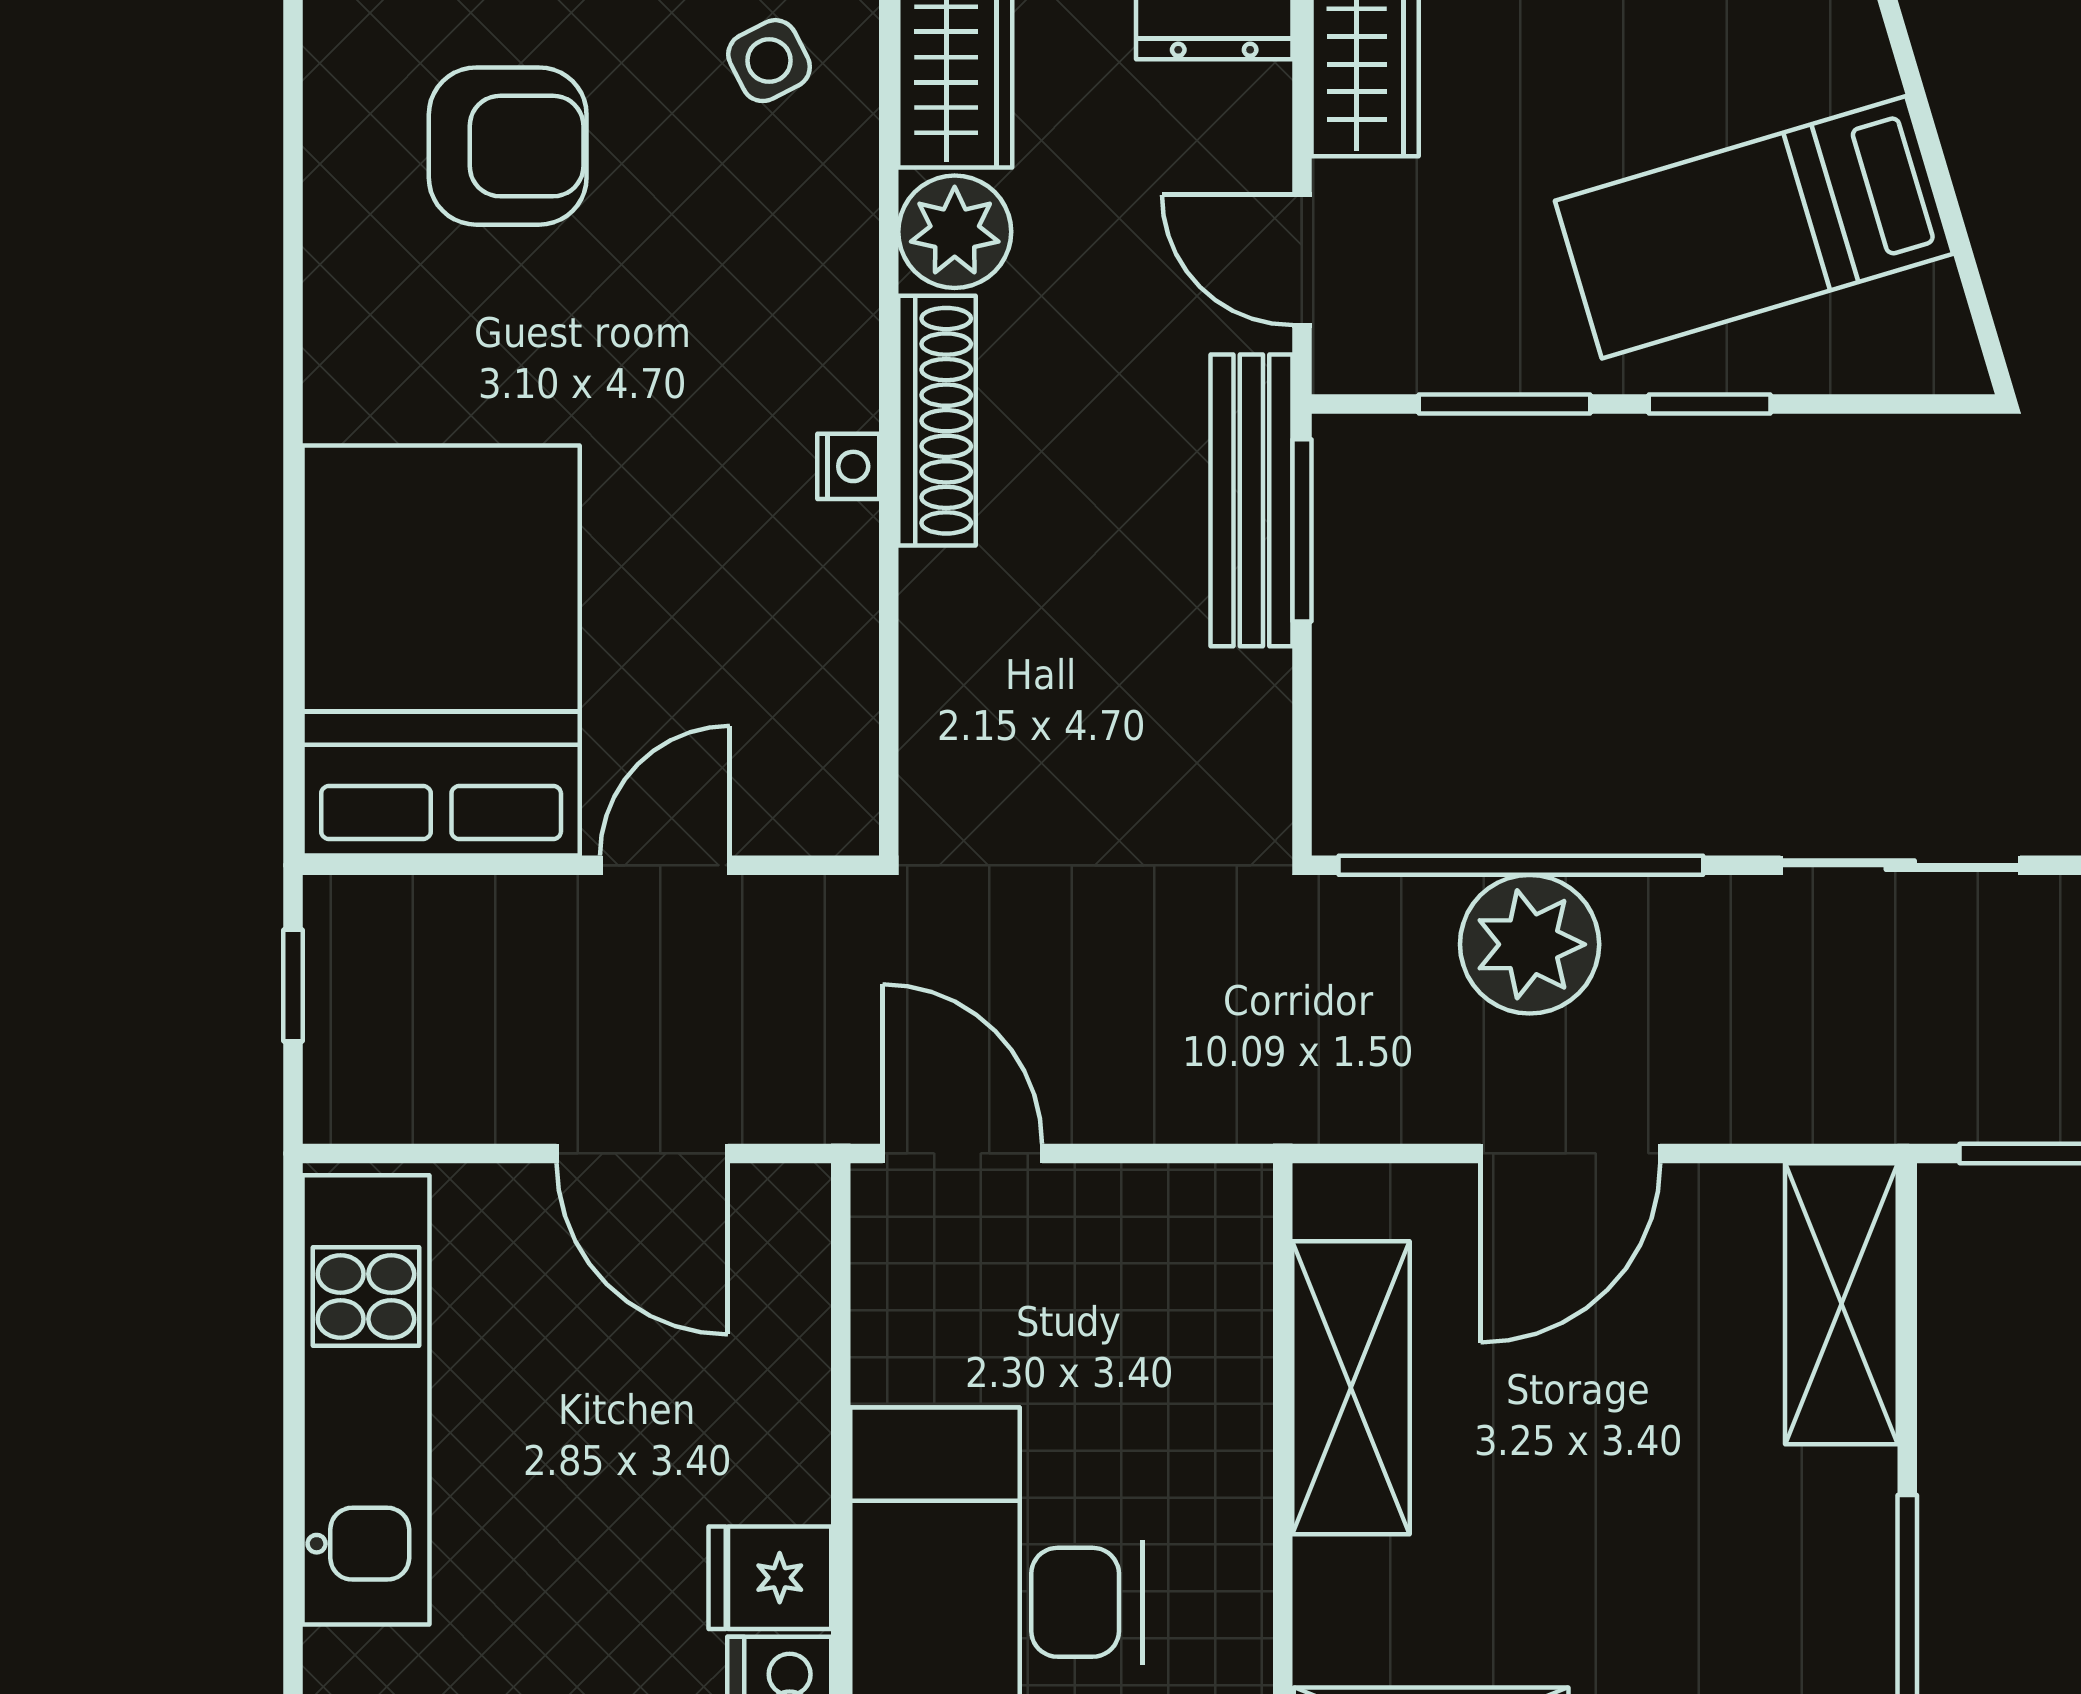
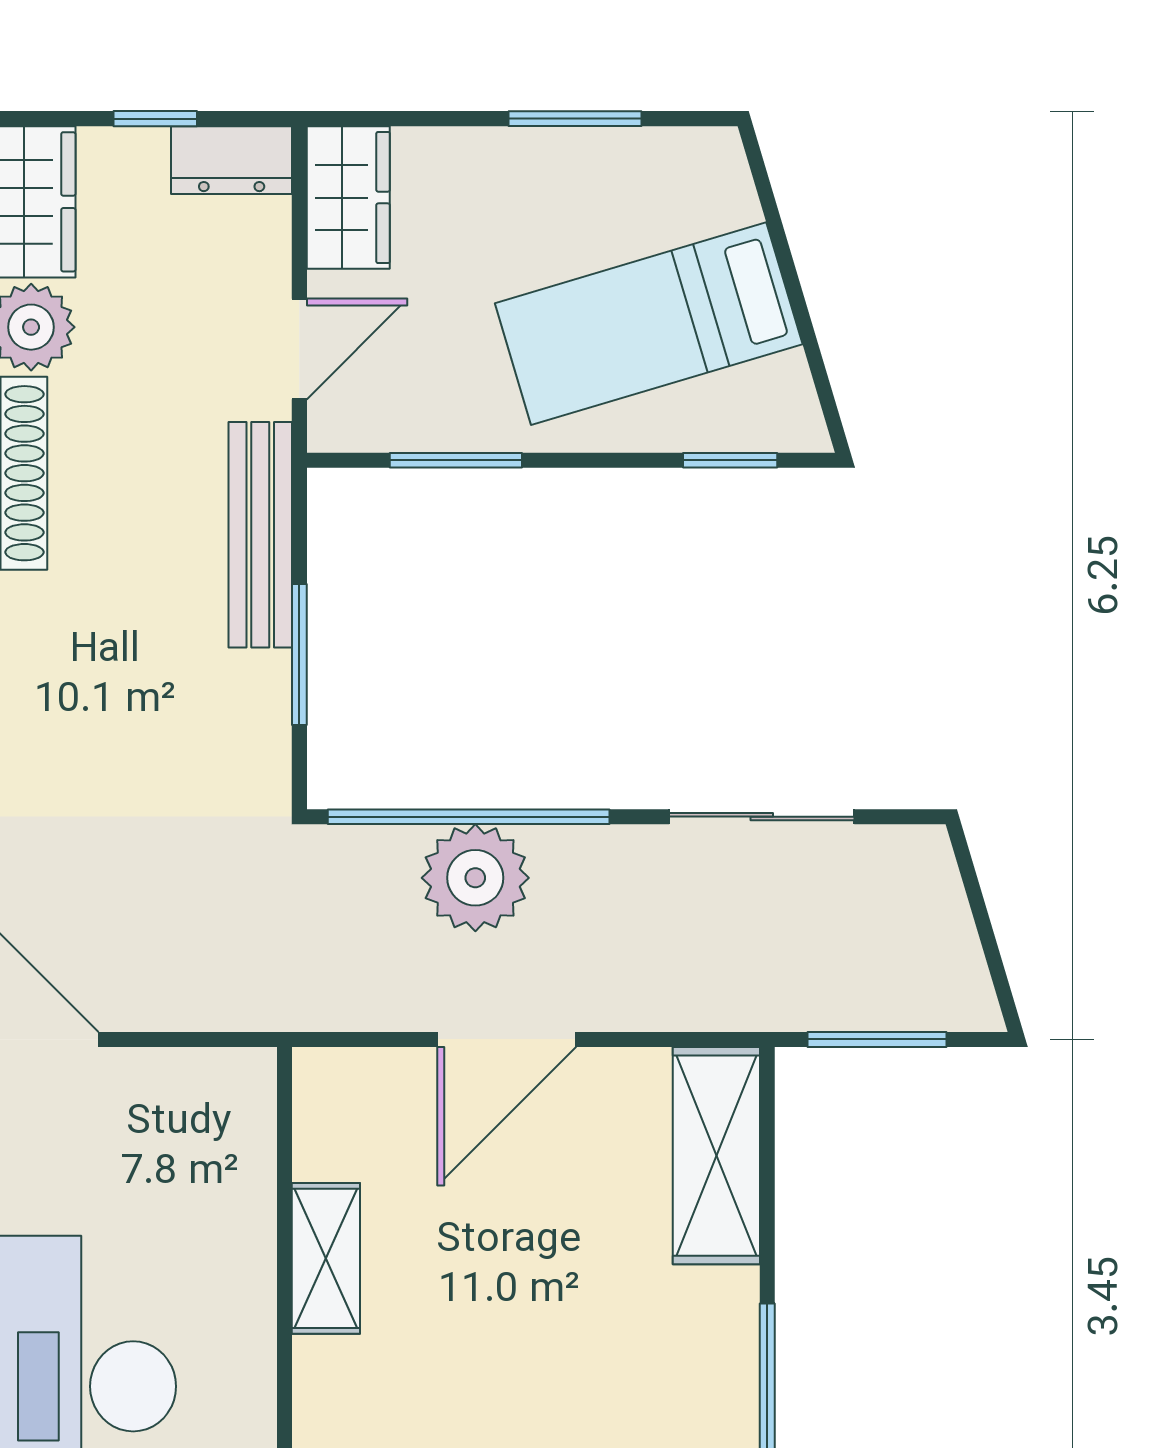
door: (1302, 260) -> (299, 349), swing flipped
window: (1710, 404) -> (730, 460), moved
window: (1302, 530) -> (299, 654), moved
shelving: (1351, 1388) -> (326, 1258), width x0.67, depth x0.75

